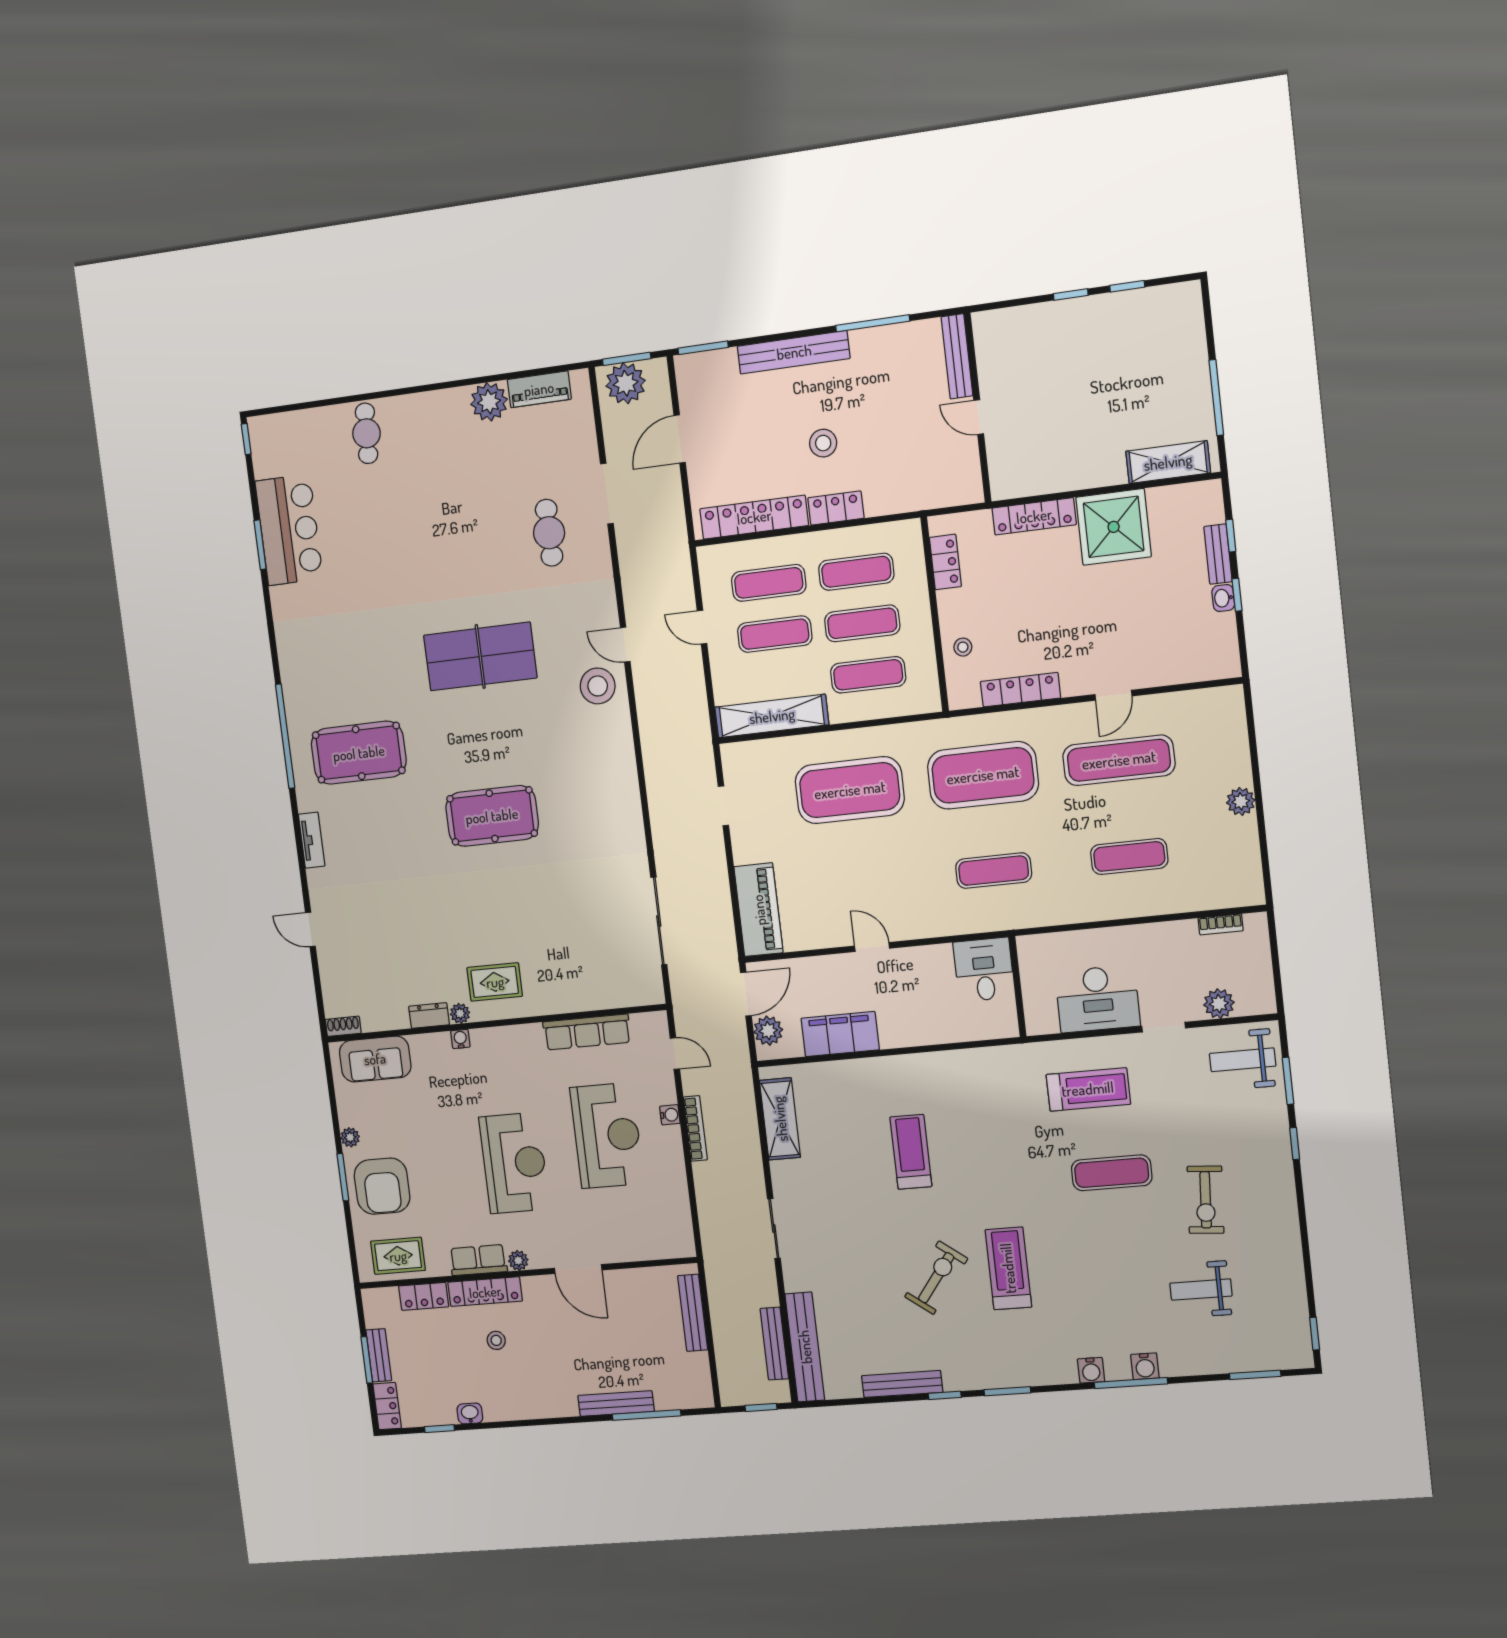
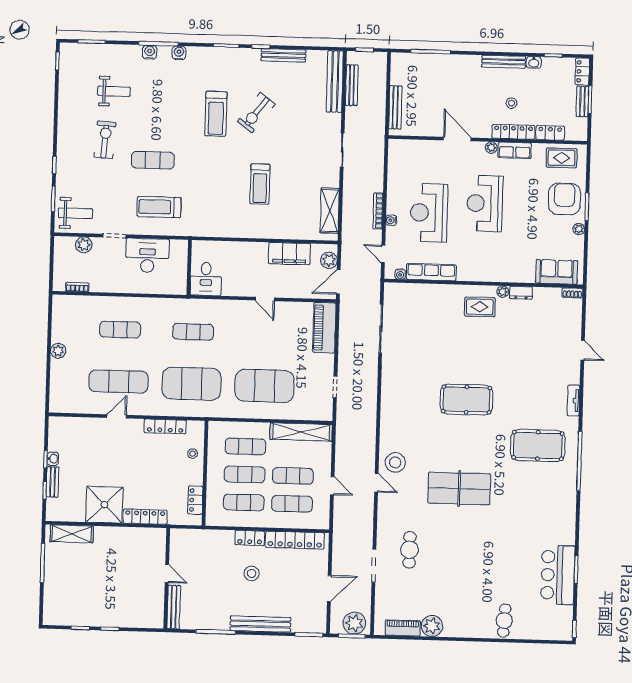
water cooler: (460, 1039) -> (400, 274), moved
bench: (616, 1403) -> (504, 62), moved

